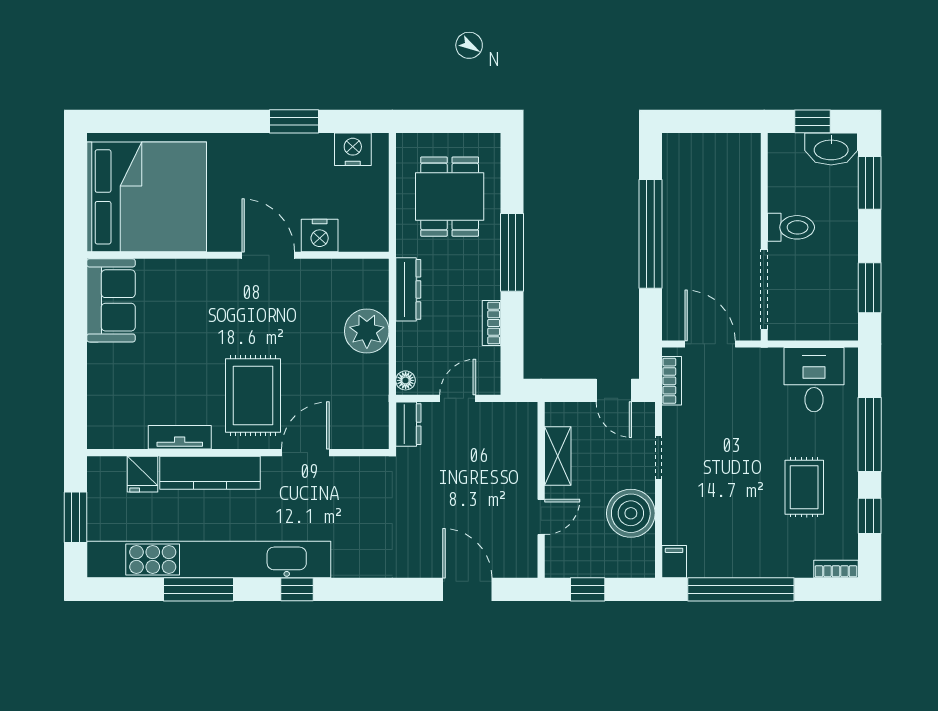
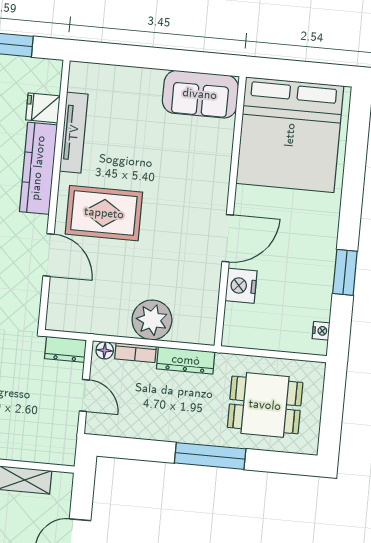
nightstand: (353, 149) -> (321, 331), width x0.53, depth x0.56
bookcase: (492, 323) -> (135, 353), moved, turned 180
tv unit: (180, 437) -> (74, 133), width x1.41

